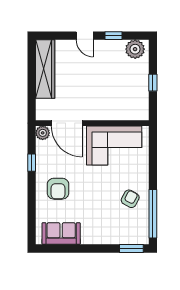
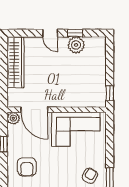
plant: (135, 49) -> (76, 45), moved
window: (153, 83) -> (110, 93), moved

